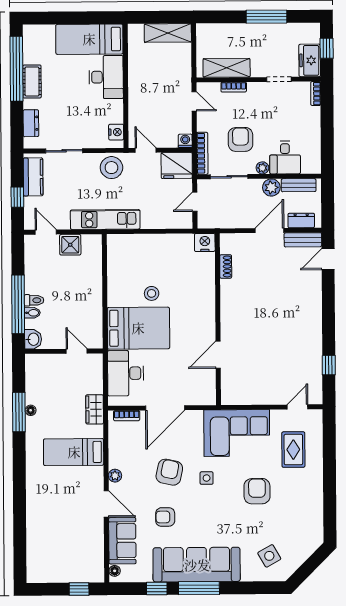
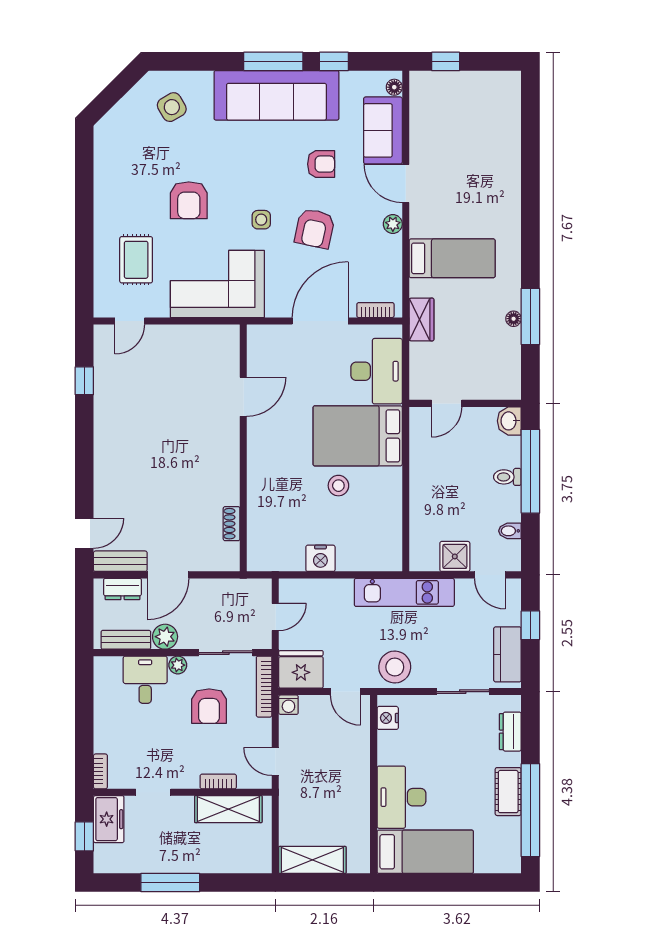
nightstand: (205, 242) -> (320, 558), moved
bidet: (32, 313) -> (510, 531), moved
door: (77, 351) -> (447, 403), hinge flipped

